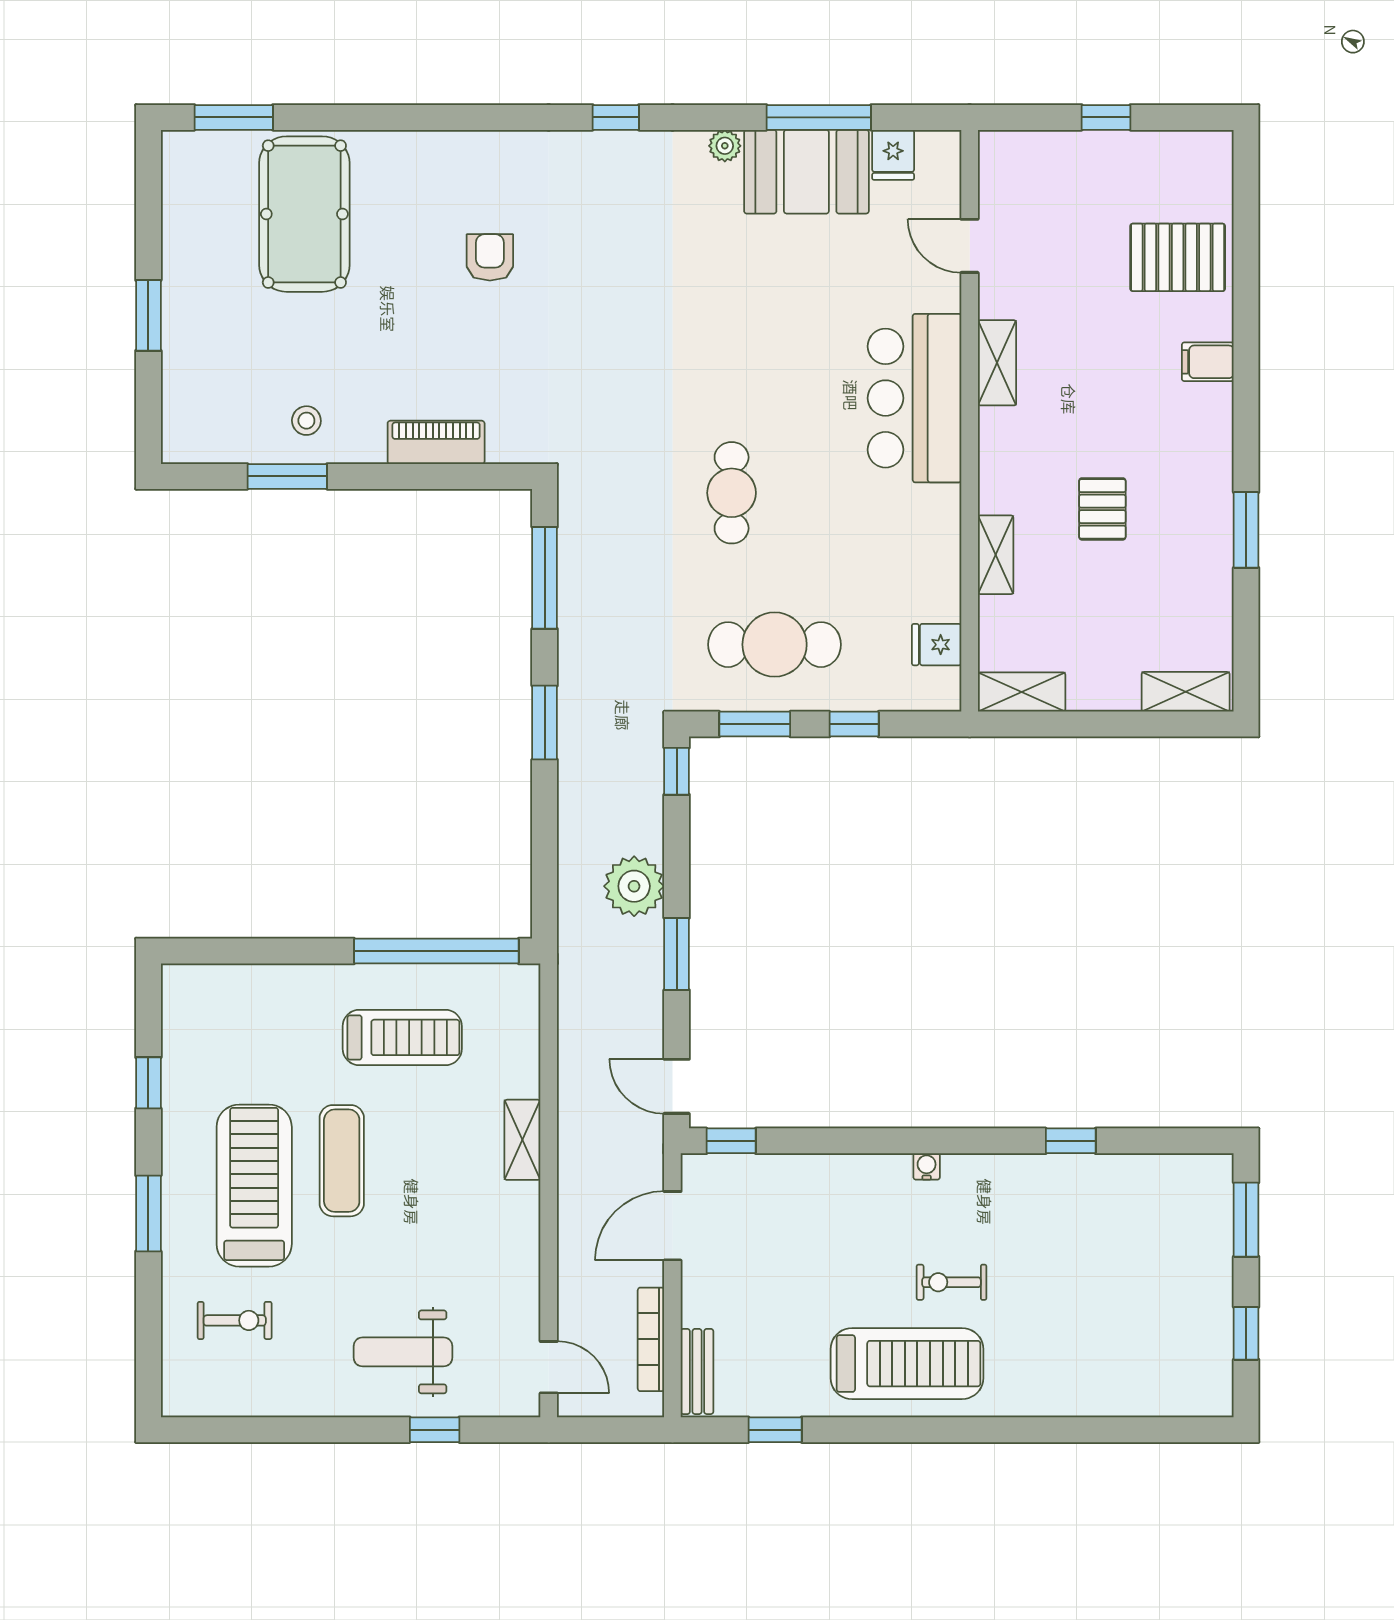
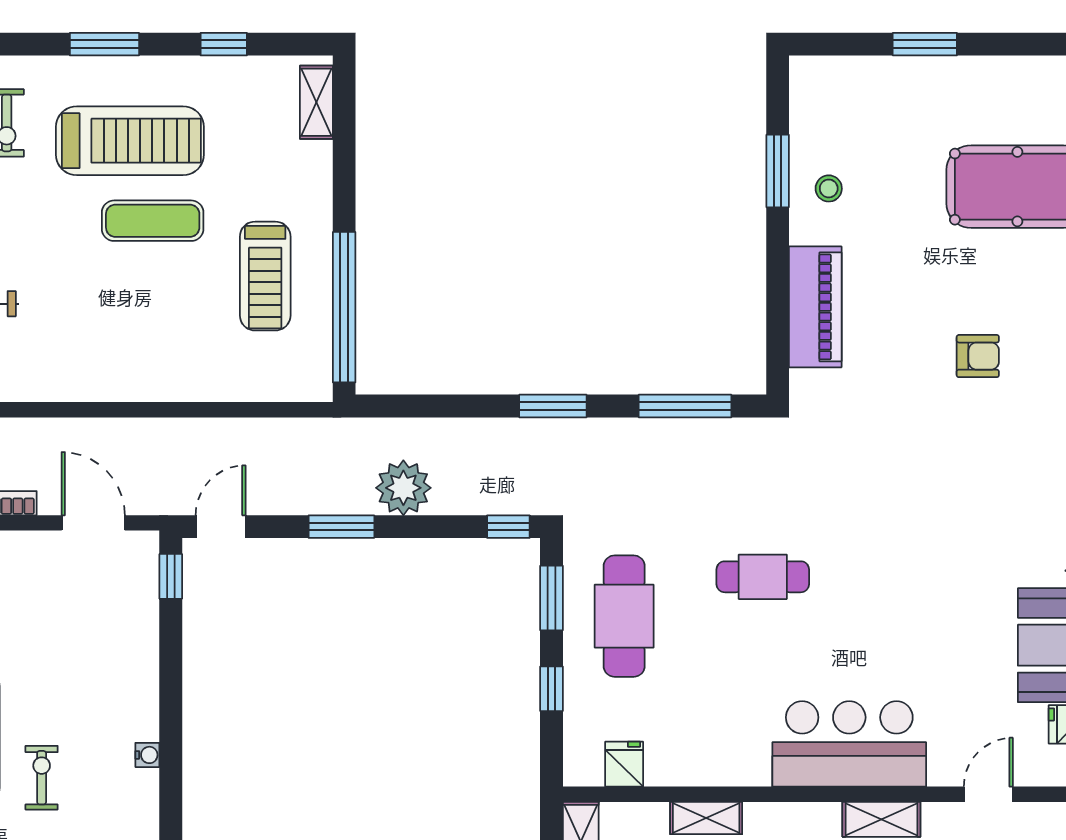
piano: (436, 442) -> (815, 307), width x1.37, depth x1.33
shelving: (522, 1140) -> (316, 102), moved, turned 90

